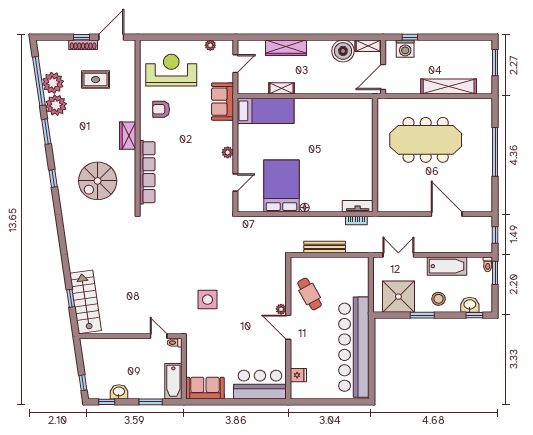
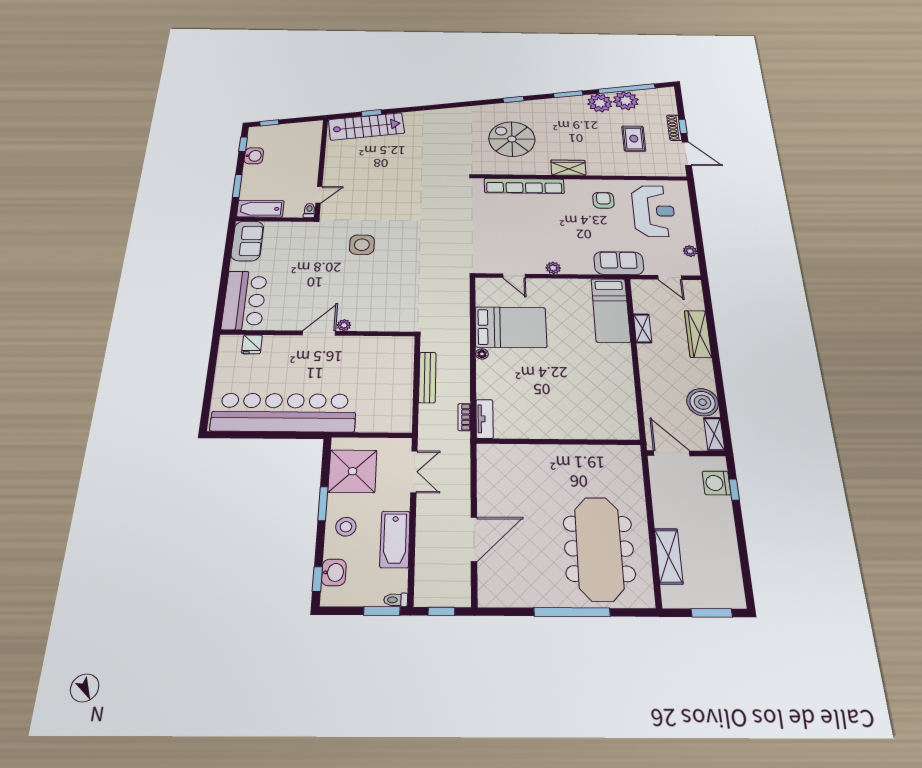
shelving: (449, 87) -> (669, 556), width x0.68
meeting table: (426, 140) -> (599, 548), moved
cafe table: (310, 294) -> (363, 359), removed

